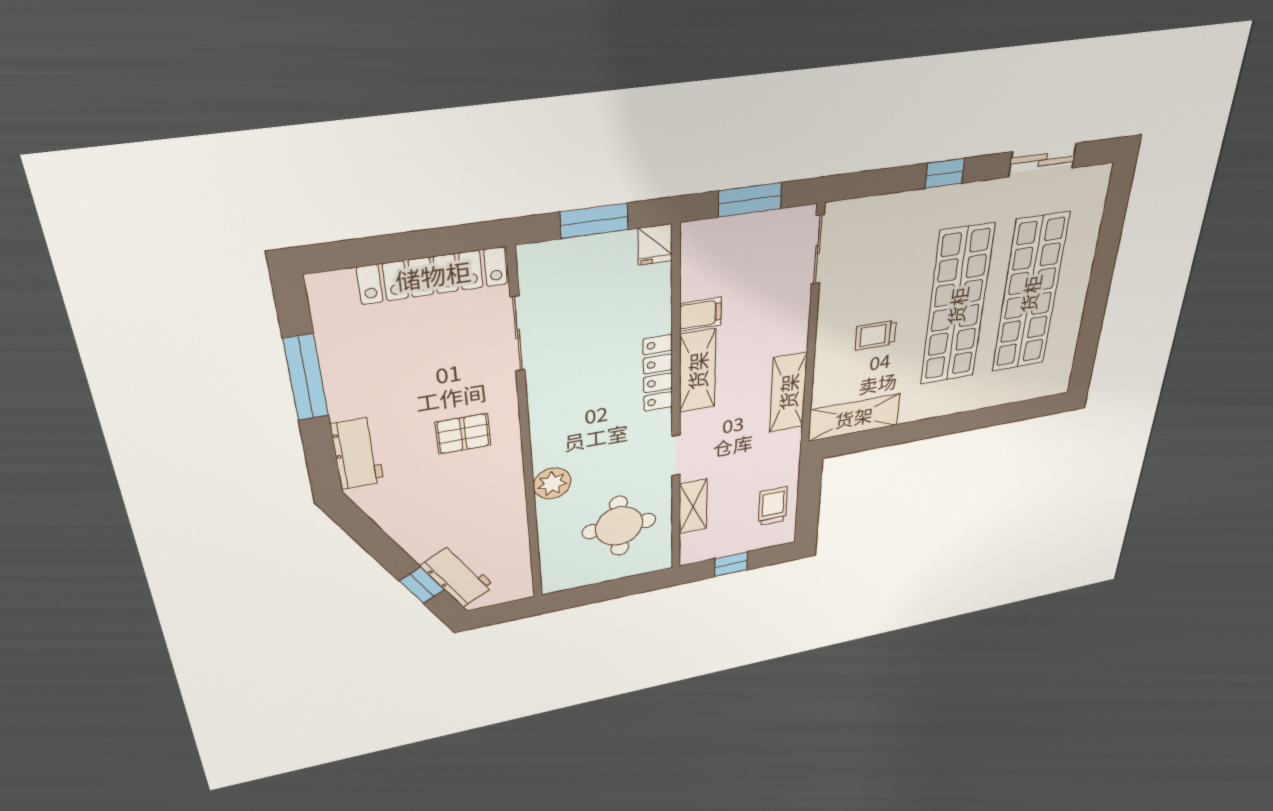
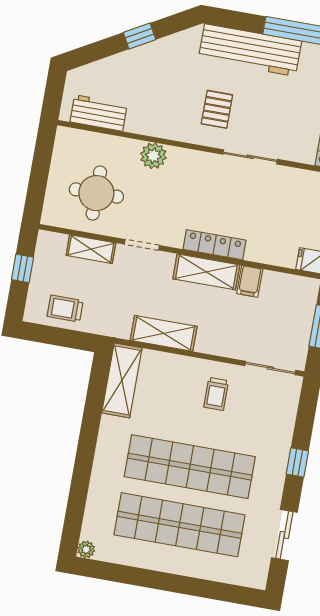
sliding door: (517, 334) -> (250, 157), moved
trolley: (876, 335) -> (216, 394), moved, turned 180
plant: (1060, 385) -> (86, 549), added
workbench: (357, 453) -> (250, 50), width x1.88, depth x1.32
trolley: (773, 506) -> (65, 309), turned 180
workbench: (458, 576) -> (99, 113), moved, turned -151
window: (422, 585) -> (139, 36), moved

